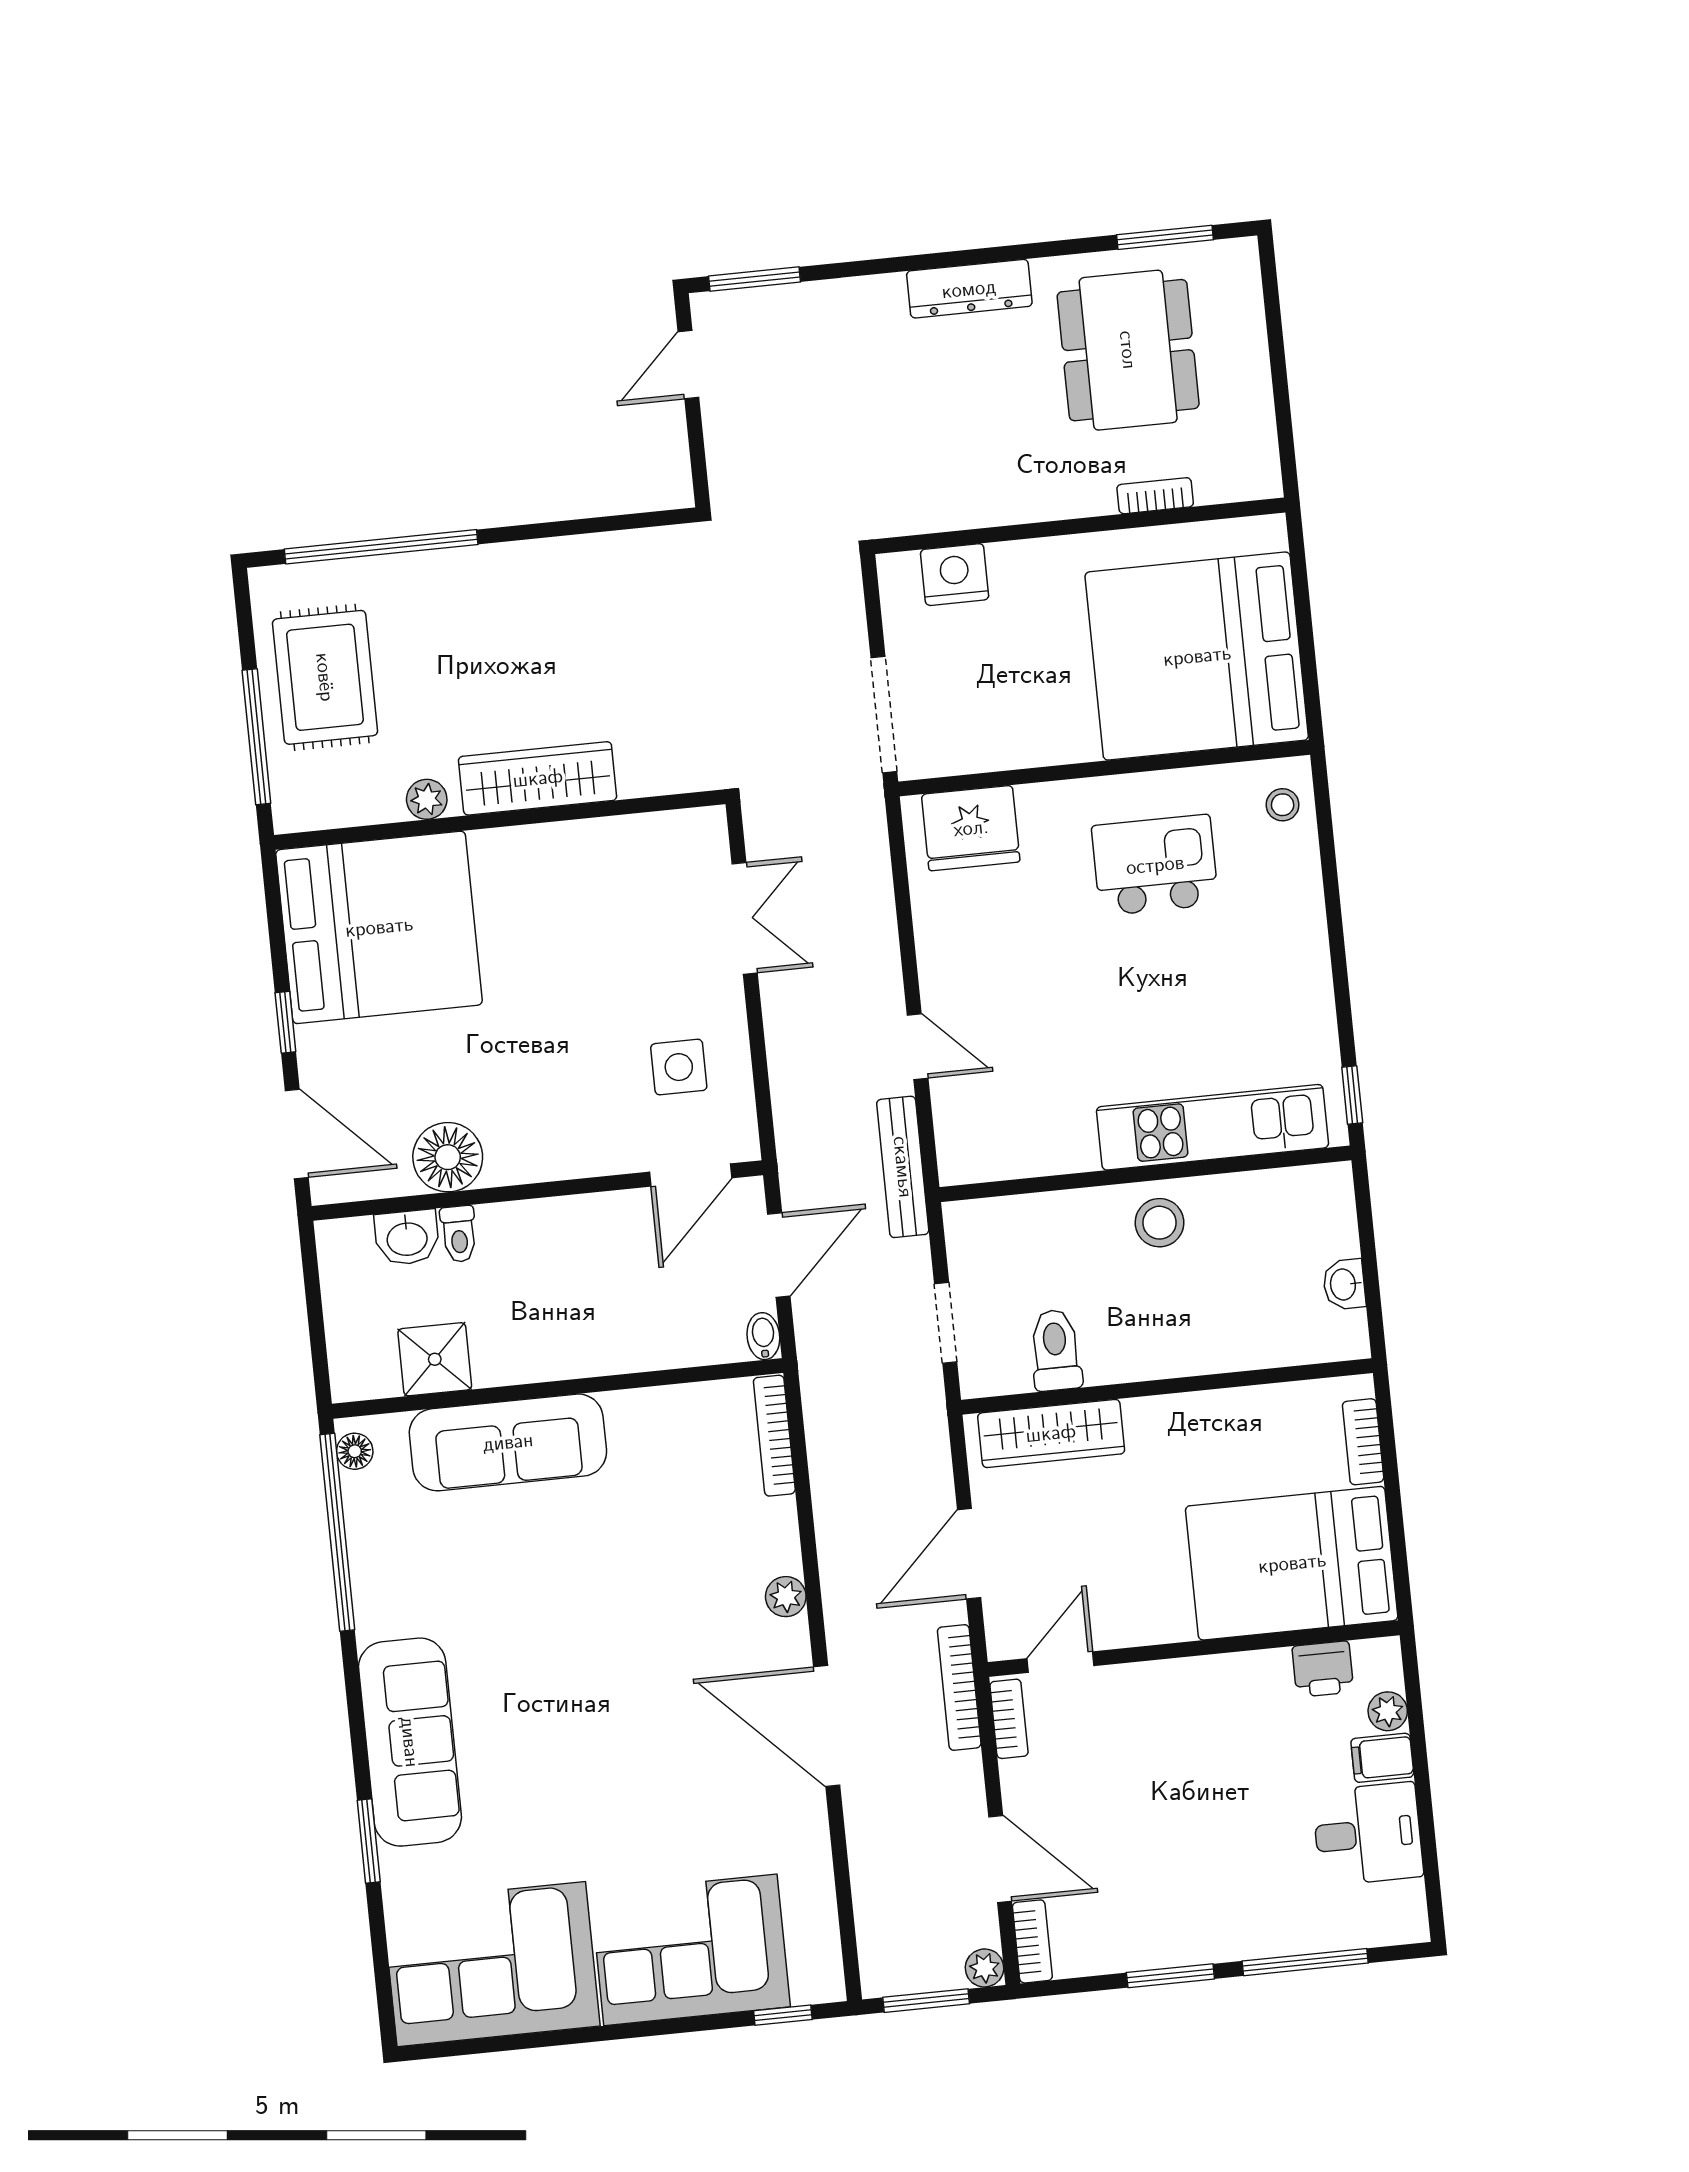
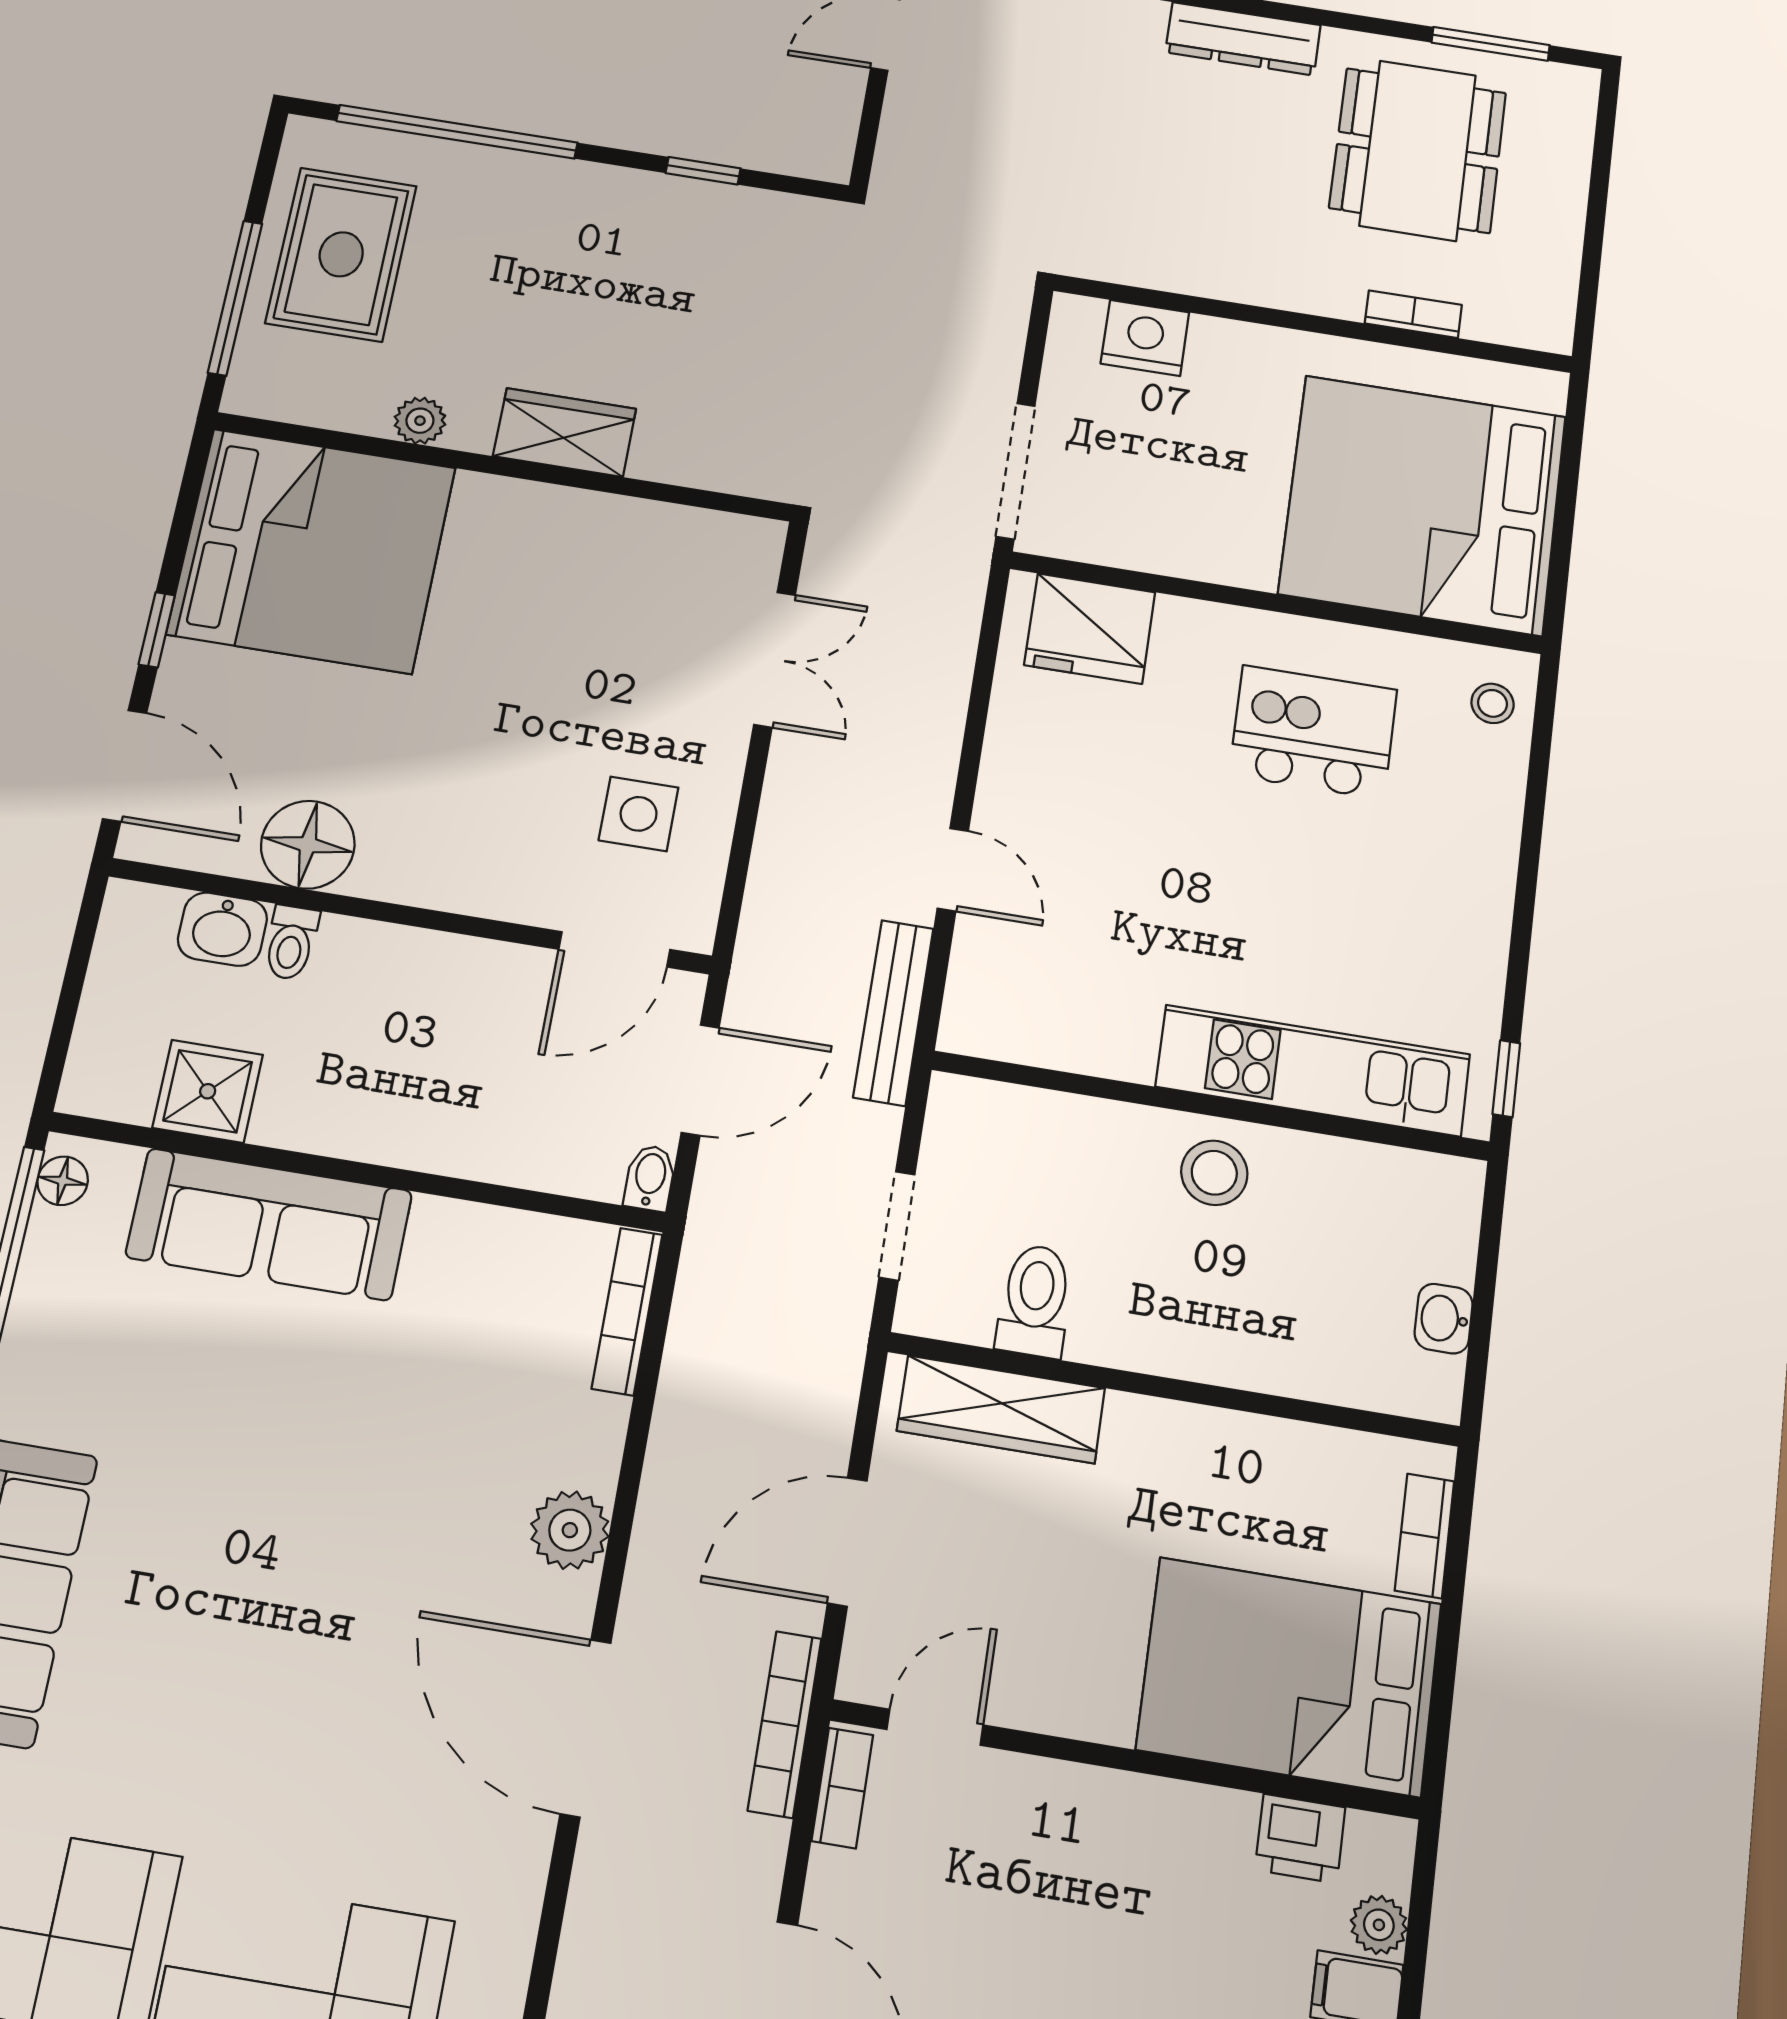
window: (580, 527) -> (703, 171), added
wardrobe: (538, 778) -> (565, 432), width x0.67
plant: (786, 1597) -> (570, 1530), width x1.38, depth x1.38

